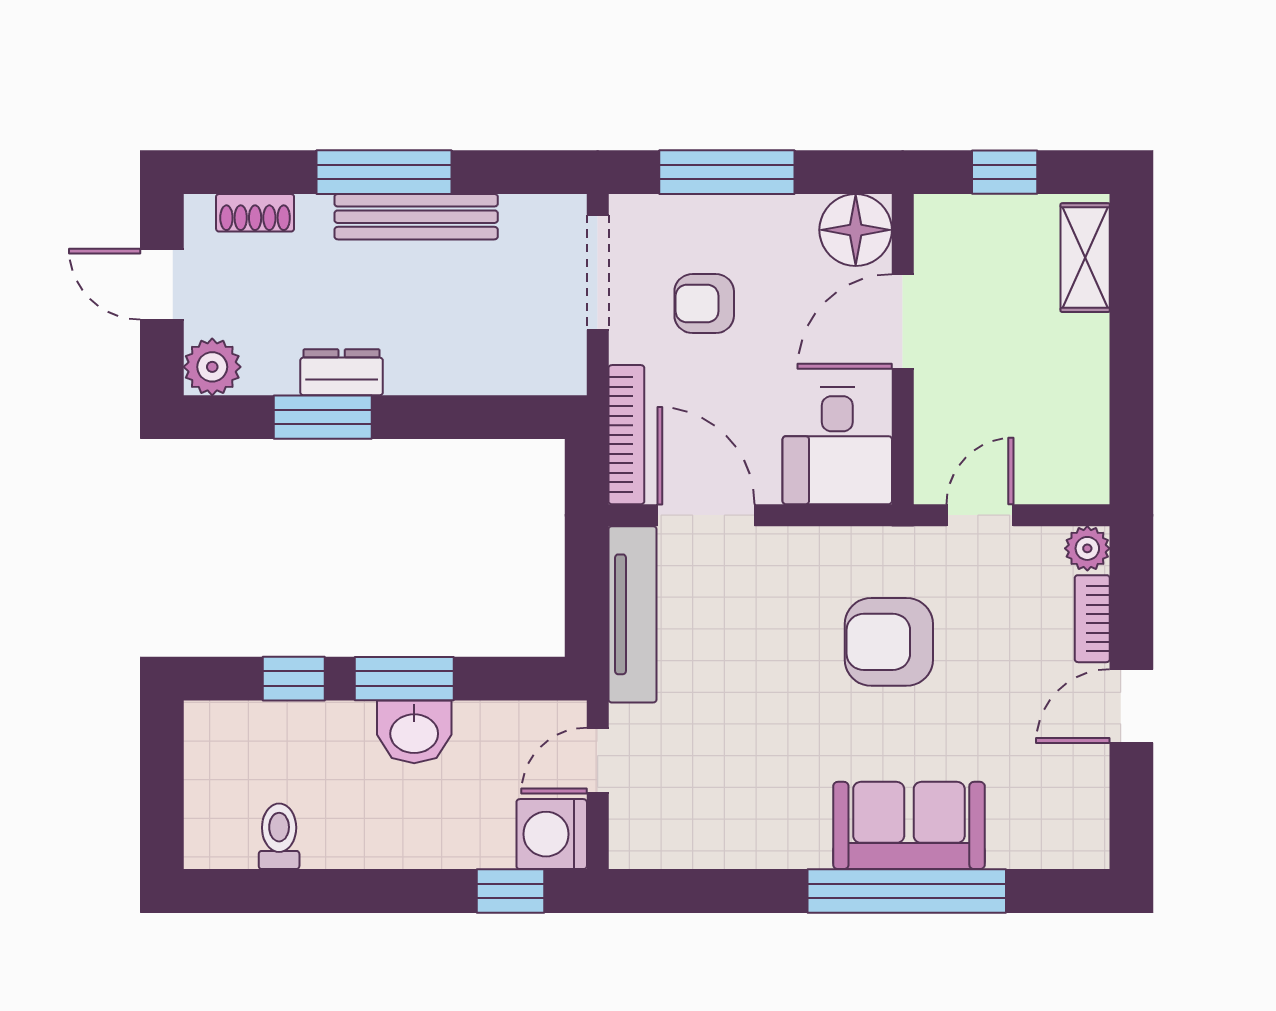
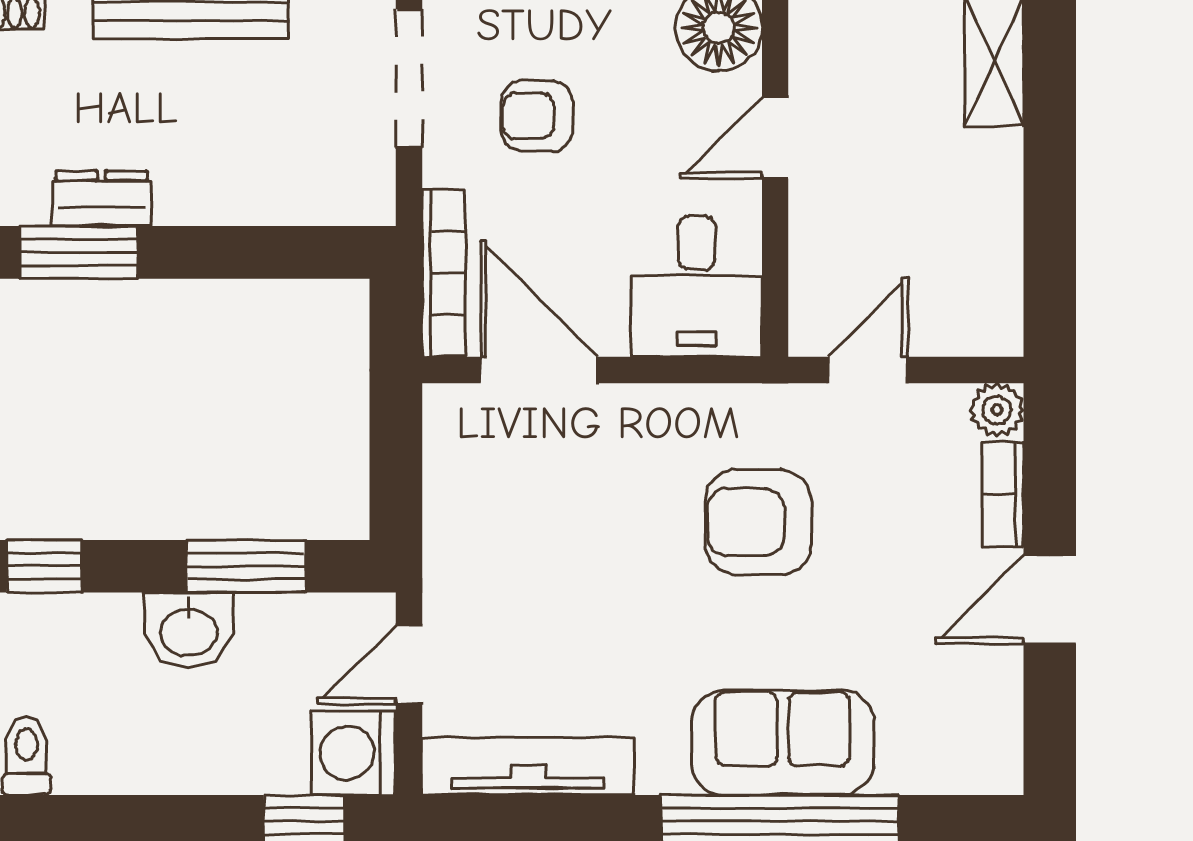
door: (903, 322) -> (775, 138), width x0.73
tv unit: (632, 614) -> (528, 766), moved, turned -90
window: (404, 679) -> (246, 566), moved

